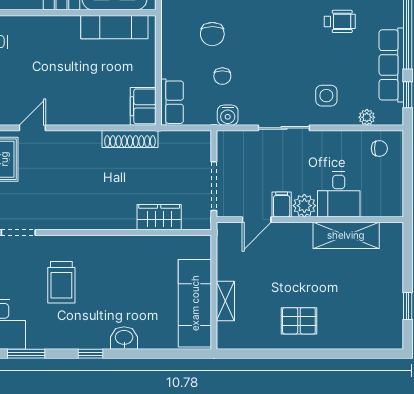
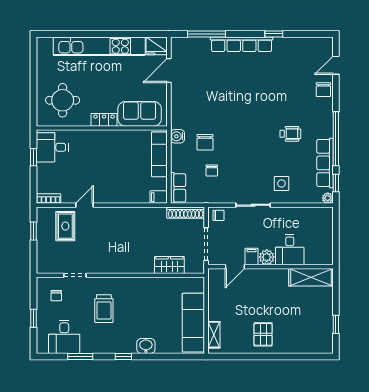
exam couch: (114, 27) -> (159, 154), moved, turned 90
filing cabinet: (143, 106) -> (159, 197), width x0.50
water cooler: (228, 115) -> (177, 136), moved, turned 90
plant: (367, 117) -> (328, 198), moved
shoe rack: (130, 139) -> (186, 213), moved
chair: (379, 148) -> (219, 215), moved
shelving: (346, 235) -> (311, 277), moved
shelving: (225, 301) -> (214, 335), moved
pallet: (299, 321) -> (263, 334), turned 90

